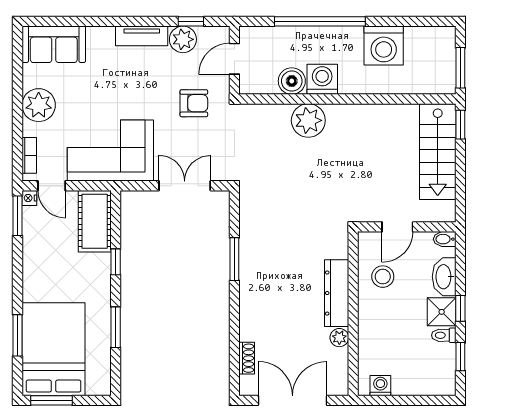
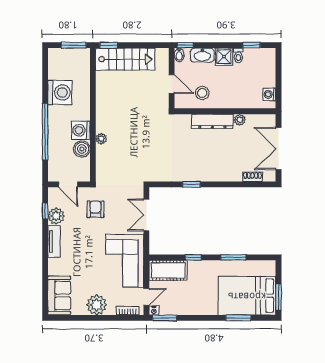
plant: (308, 120) -> (101, 139), width x0.53, depth x0.53
window: (234, 259) -> (191, 184), width x0.67
window: (460, 308) -> (185, 45), moved

